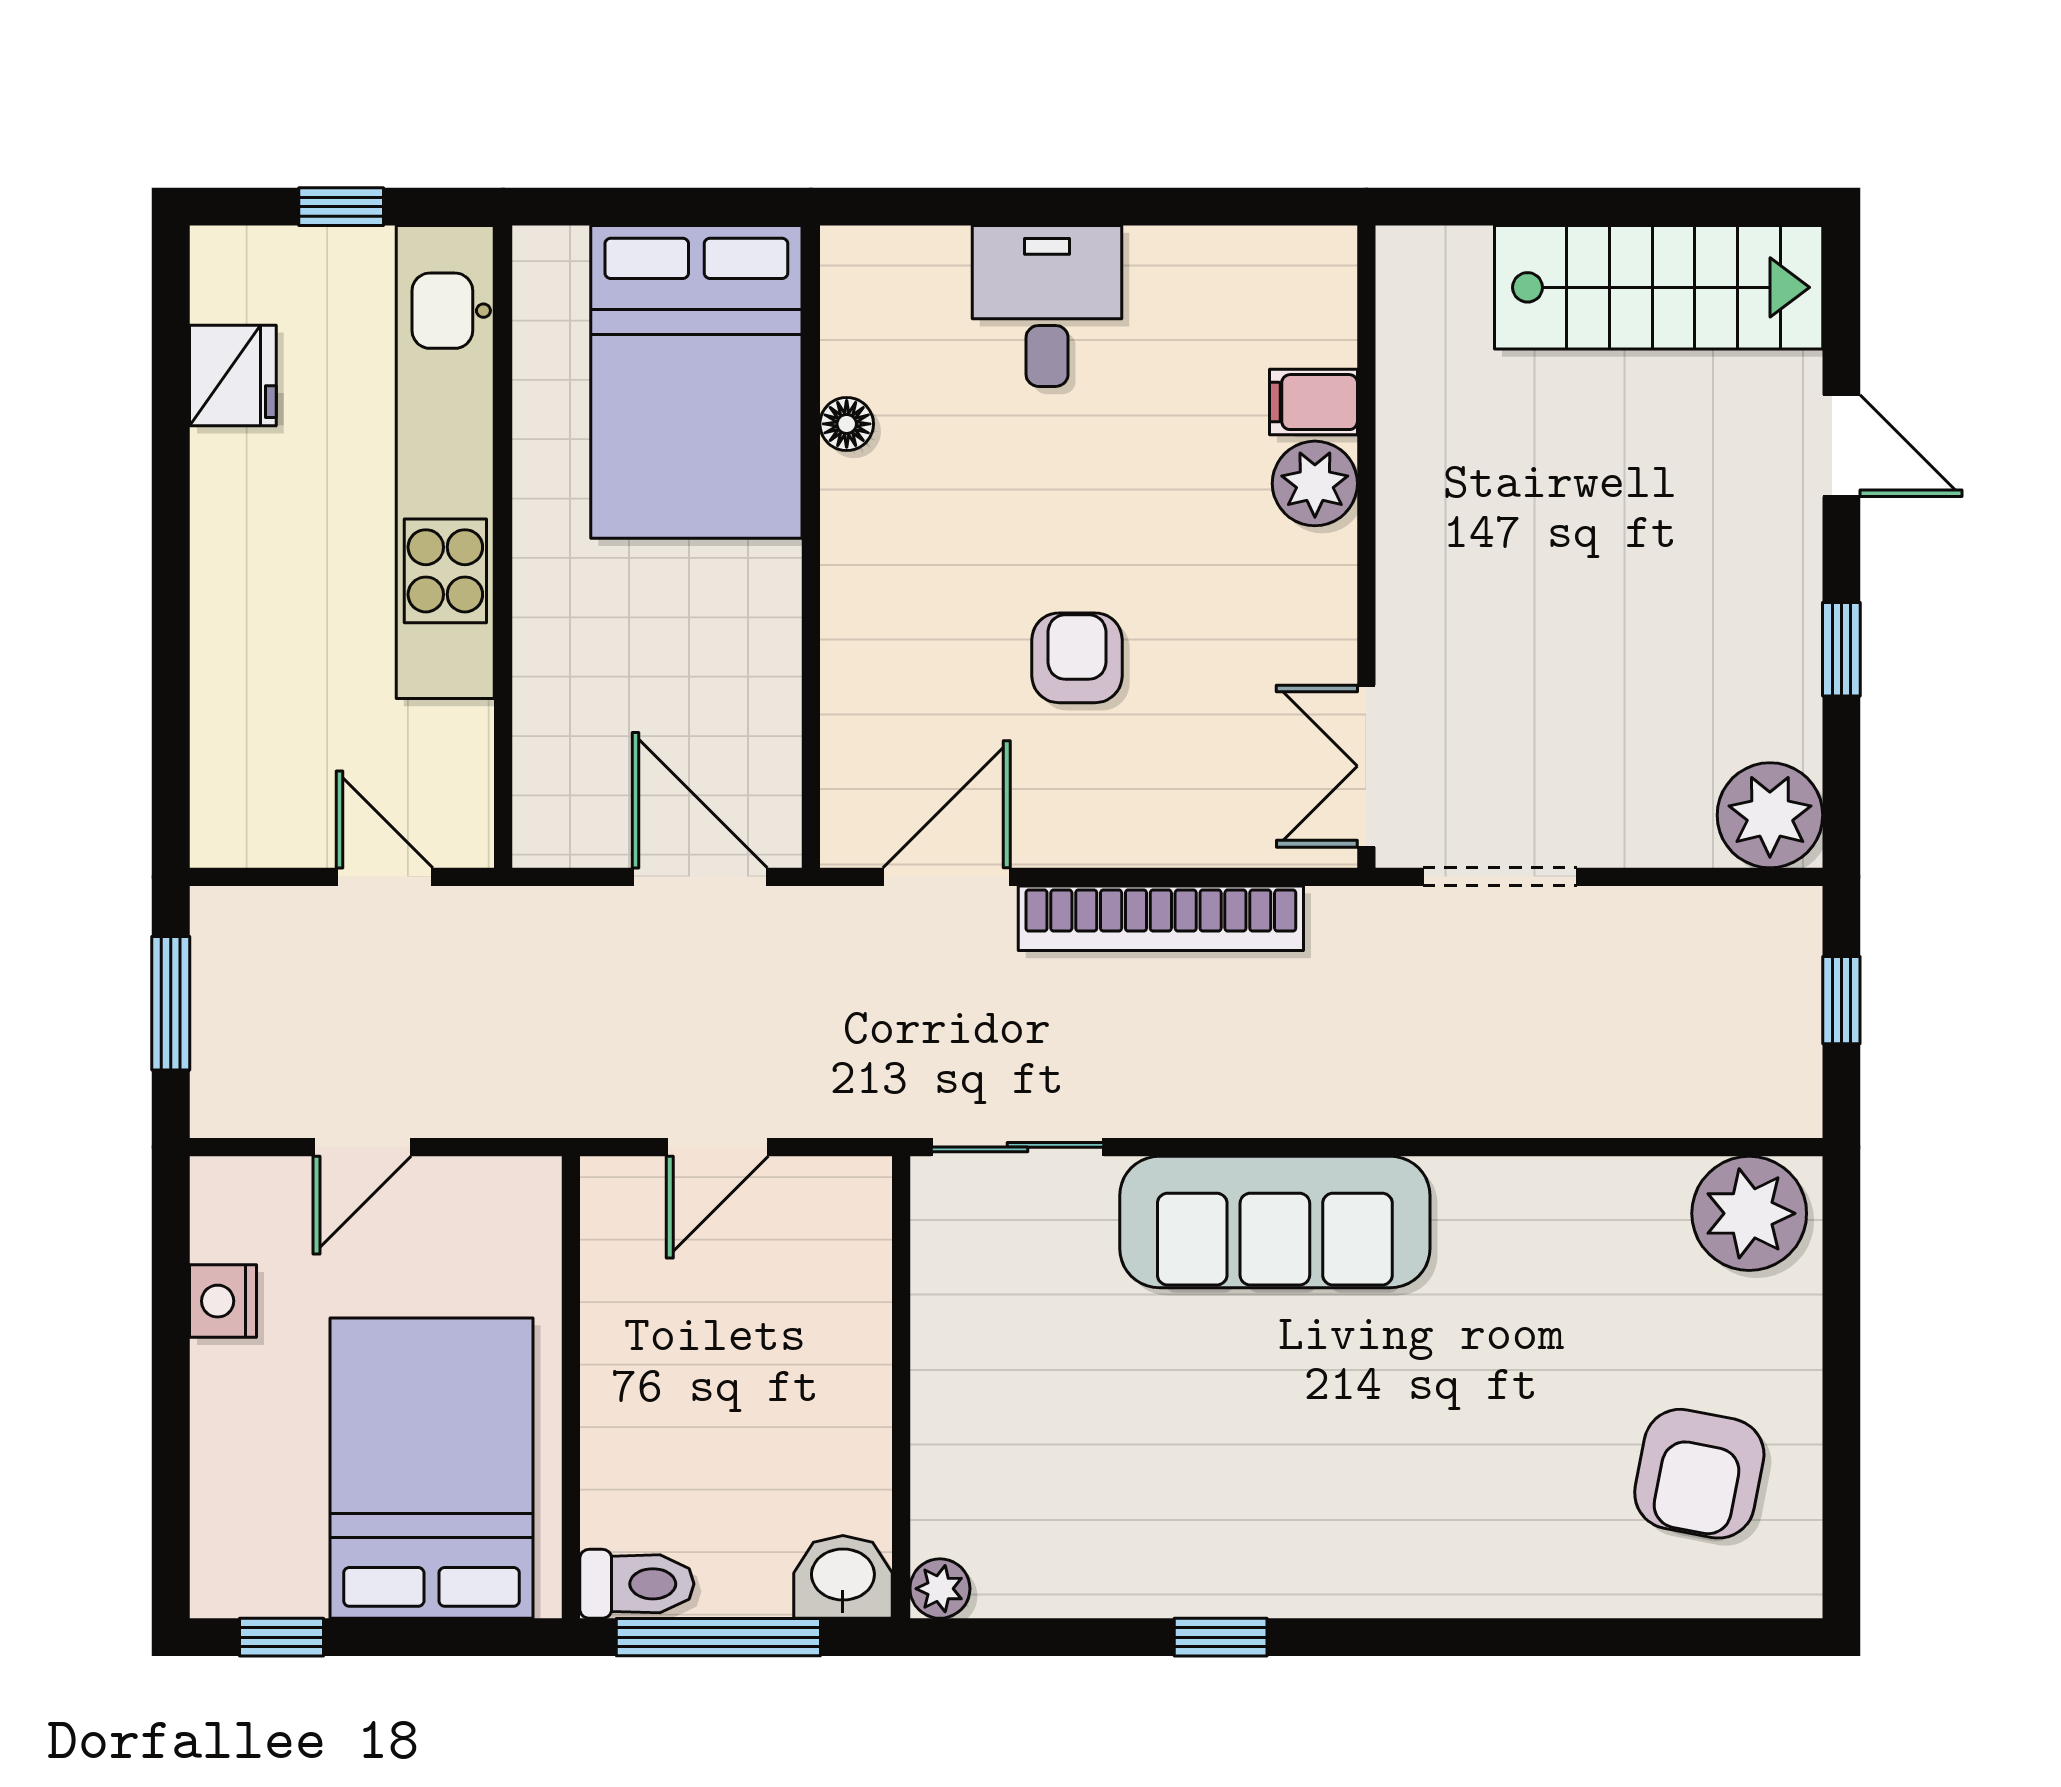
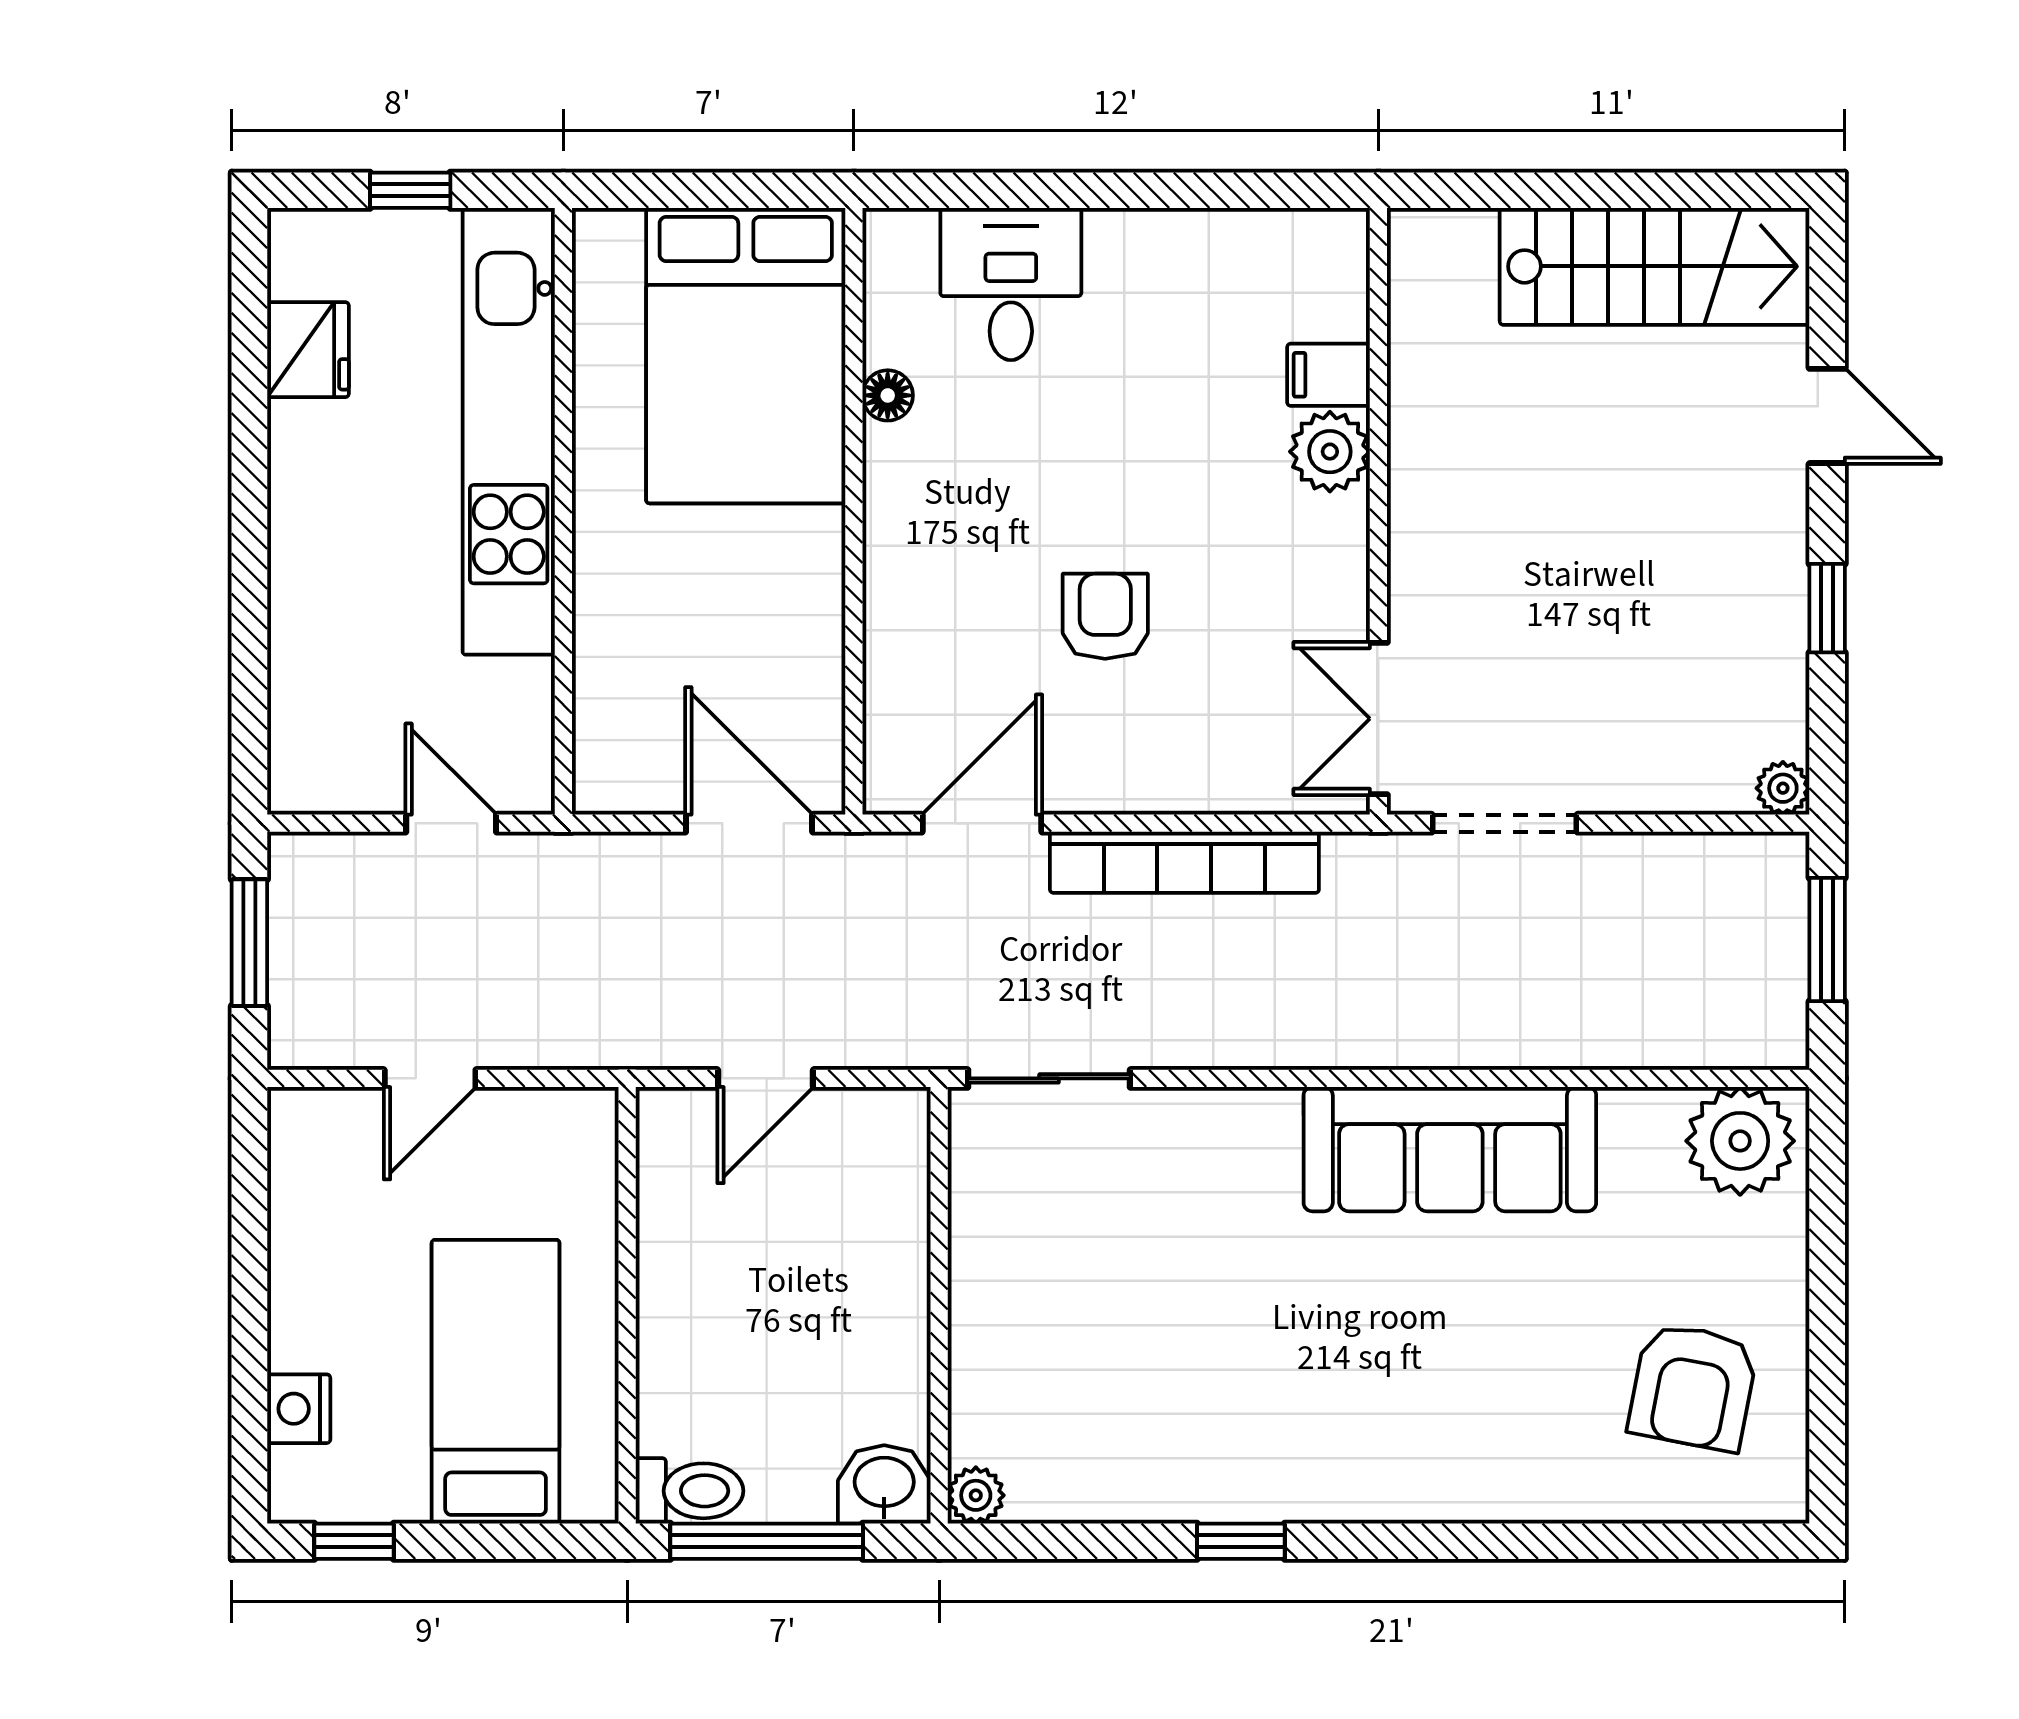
desk: (1047, 306) -> (1011, 284), moved
plant: (1770, 815) -> (1783, 788), width x0.53, depth x0.53
window: (1841, 1000) -> (1827, 940), width x1.50
sofa: (1275, 1222) -> (1450, 1149), moved
nightstand: (223, 1301) -> (299, 1409), moved
bed: (431, 1468) -> (496, 1382), width x0.67

